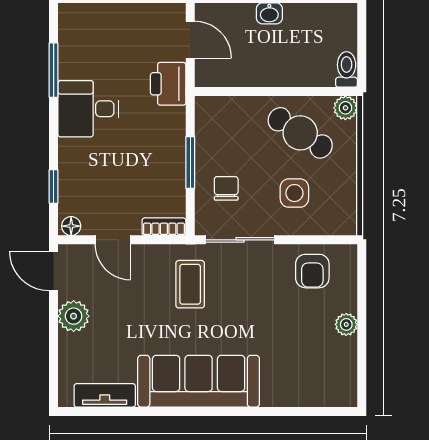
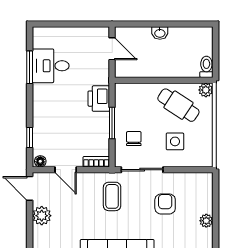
printer: (168, 84) -> (99, 99), moved
desk: (88, 109) -> (51, 66), moved
armchair: (312, 271) -> (165, 204), moved, turned 180

